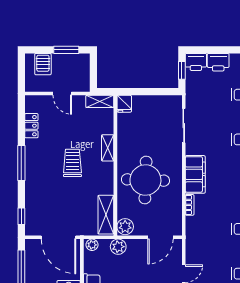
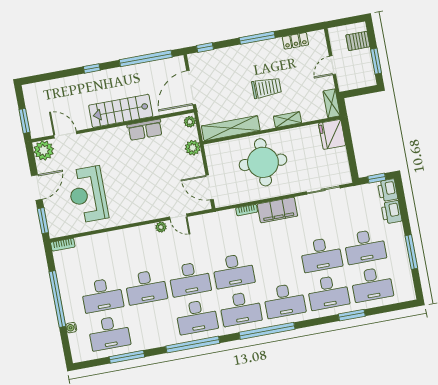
fridge: (124, 104) -> (332, 134), width x1.88, depth x1.34
shelving: (106, 215) -> (231, 128), width x1.47
plant: (125, 227) -> (214, 151), removed

